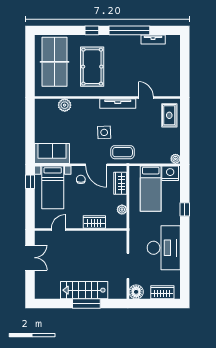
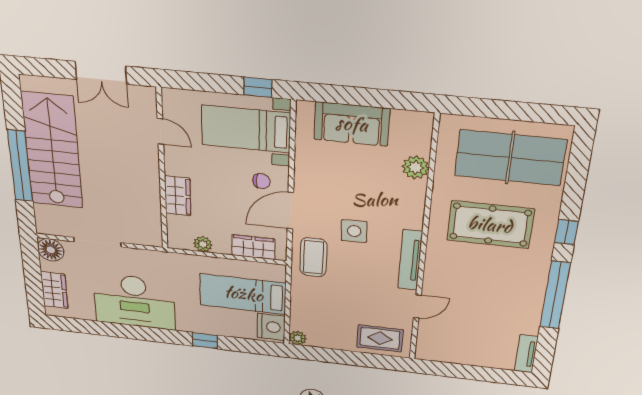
tv unit: (153, 40) -> (526, 354), moved
sofa: (52, 153) -> (352, 124), moved, turned 90
stairs: (84, 290) -> (52, 151), width x1.36, depth x1.51
window: (86, 304) -> (20, 166), width x1.46

